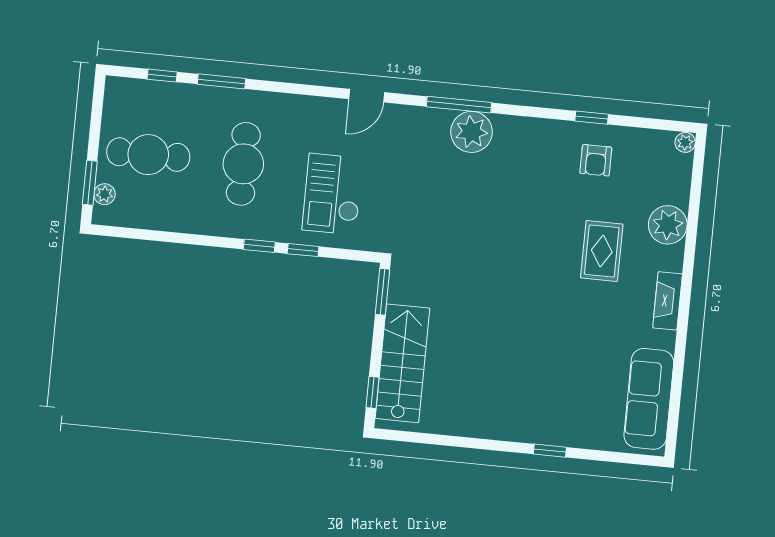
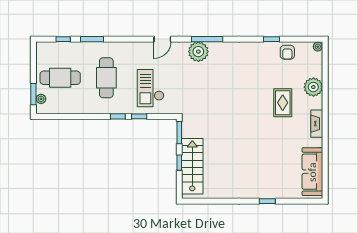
plant: (471, 132) -> (198, 52), moved
armchair: (596, 160) -> (287, 52), moved
window: (373, 392) -> (179, 163), moved

